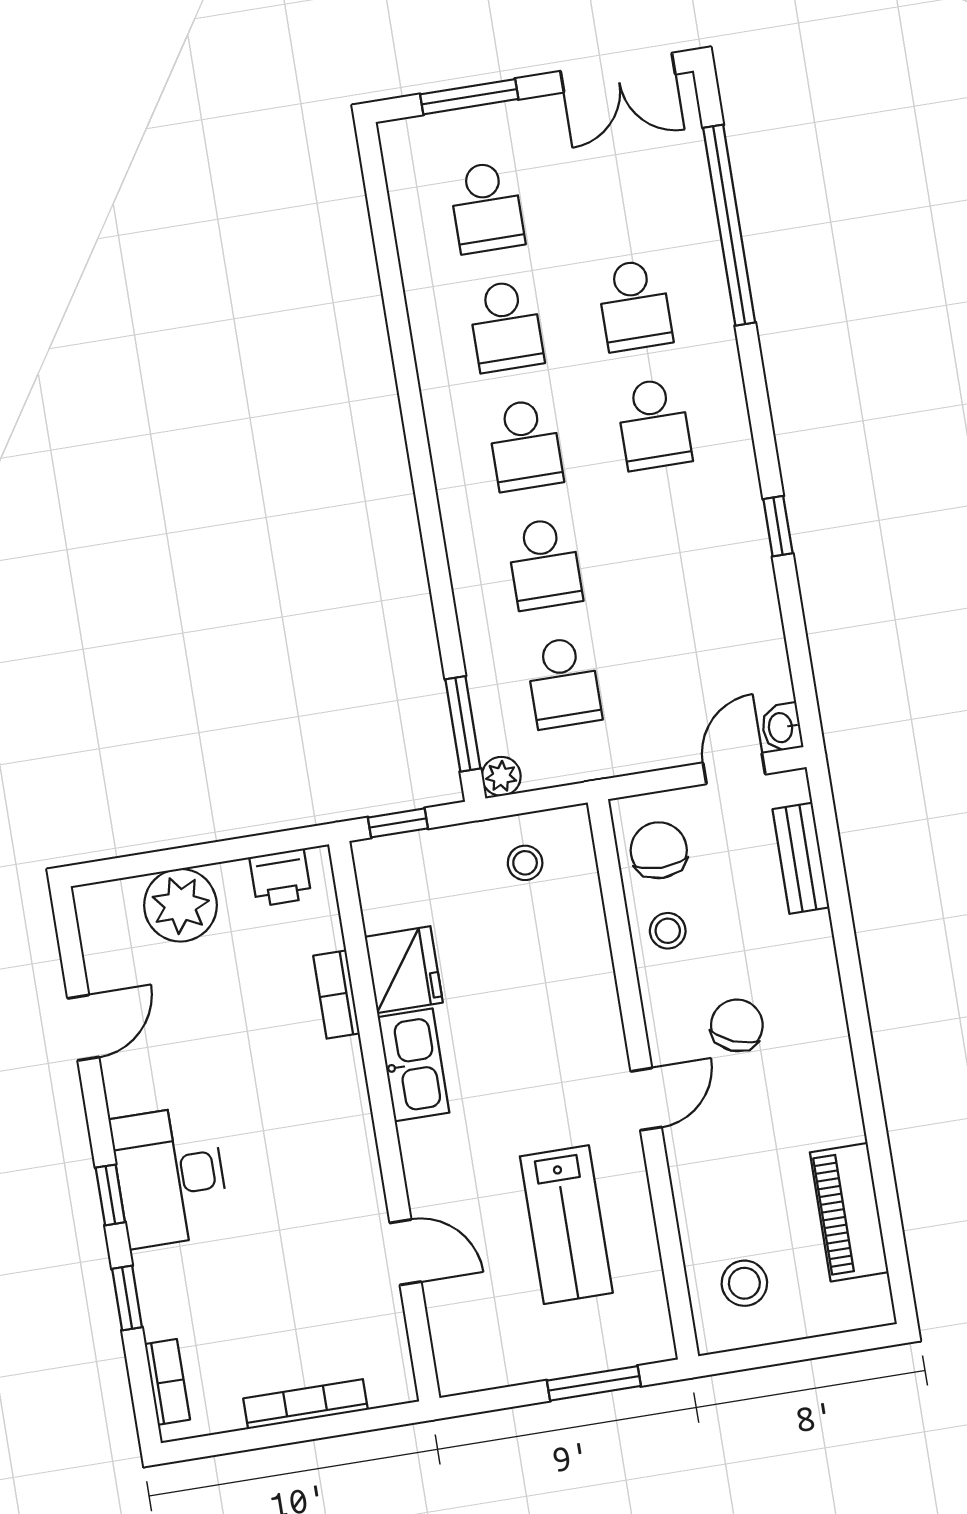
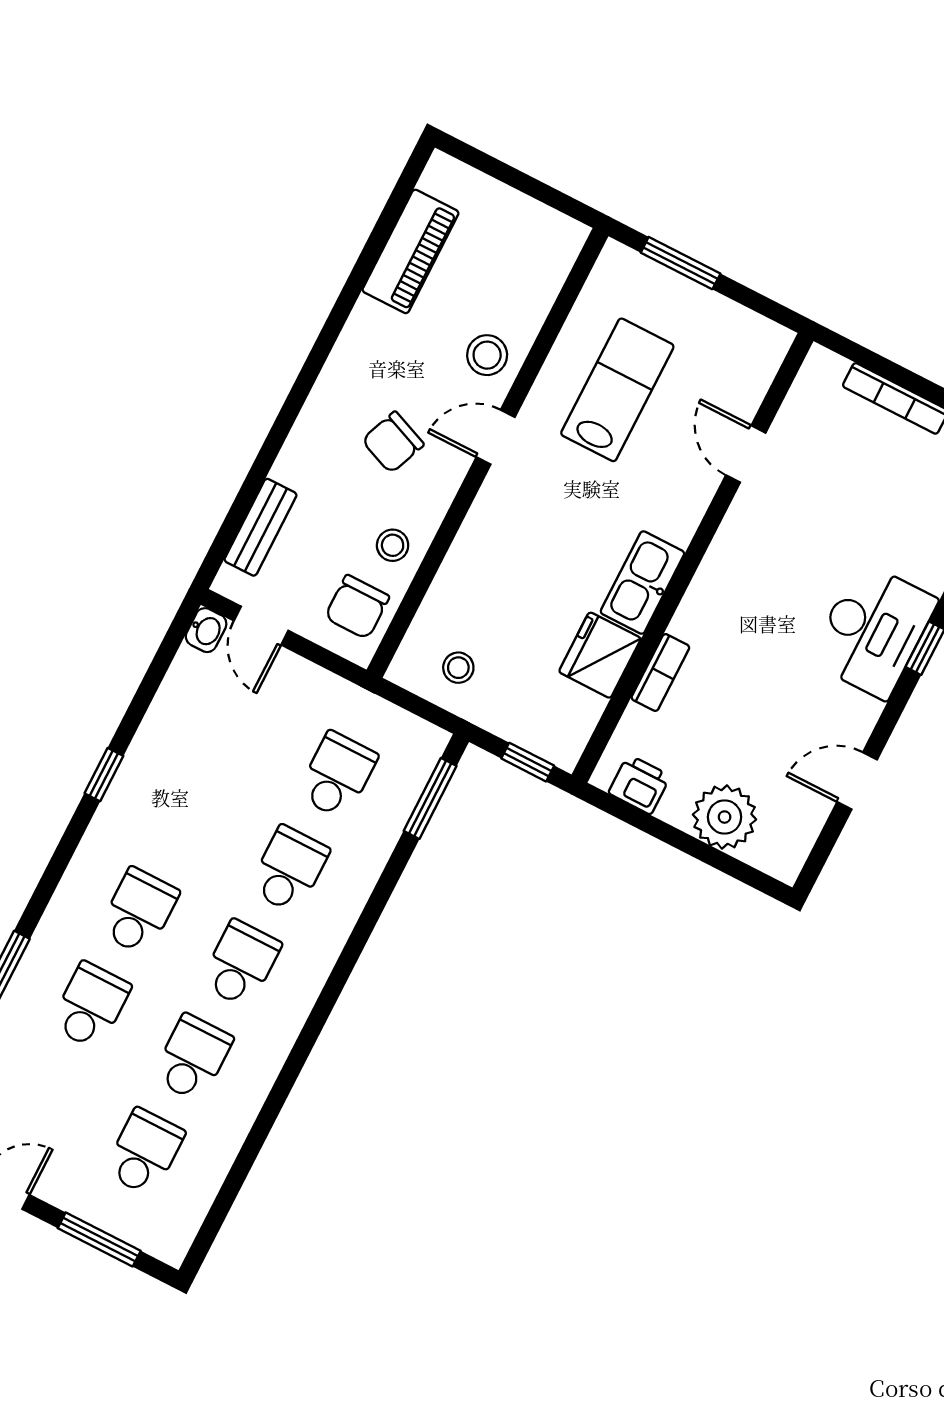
door: (734, 768) -> (261, 626), hinge flipped
plant: (501, 776) -> (430, 741), removed
stool: (744, 1283) -> (487, 355), moved

